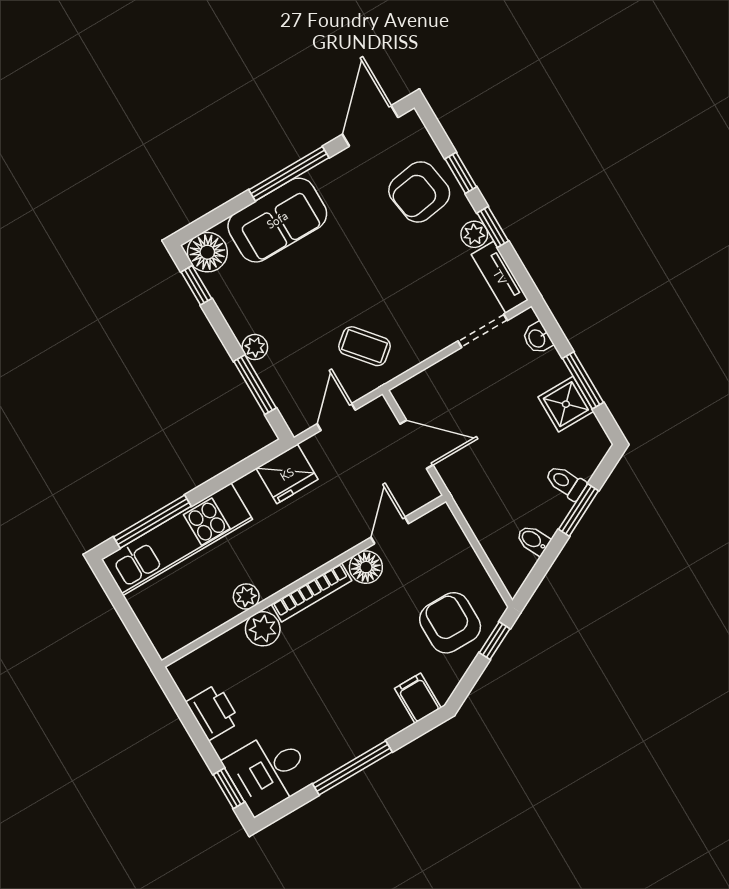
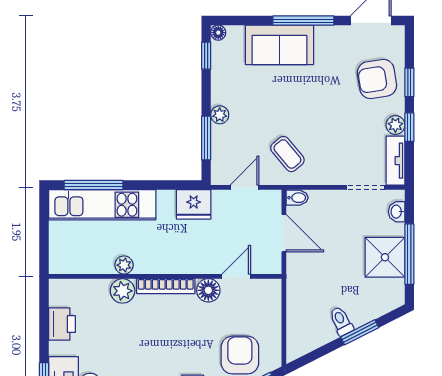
floor lamp: (207, 252) -> (218, 33), width x0.53, depth x0.53
window: (583, 380) -> (409, 254), width x1.44
shower: (566, 404) -> (385, 257), width x1.36, depth x1.36
toilet: (566, 483) -> (341, 321), moved
bidet: (533, 540) -> (297, 198), moved, turned 117

